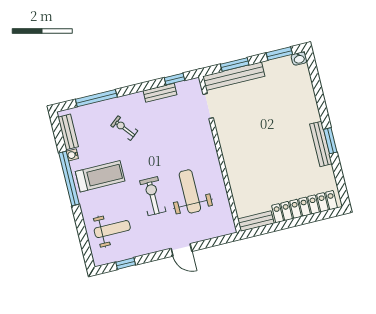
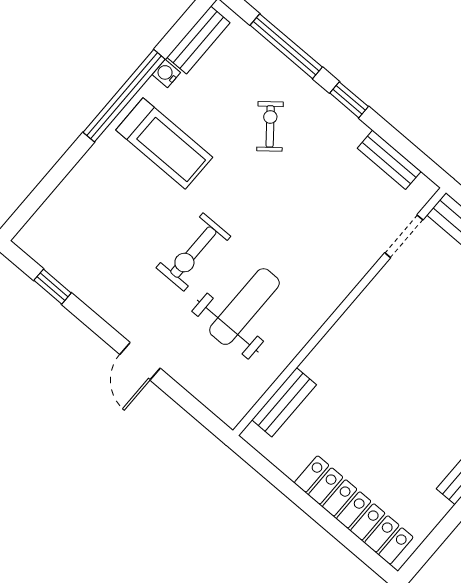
window: (175, 79) -> (349, 100), moved
bench: (160, 93) -> (389, 160), moved
exercise bike: (153, 196) -> (193, 252), turned 180
bench: (256, 221) -> (284, 402), moved, turned 90
weight bench: (112, 229) -> (93, 225), removed

